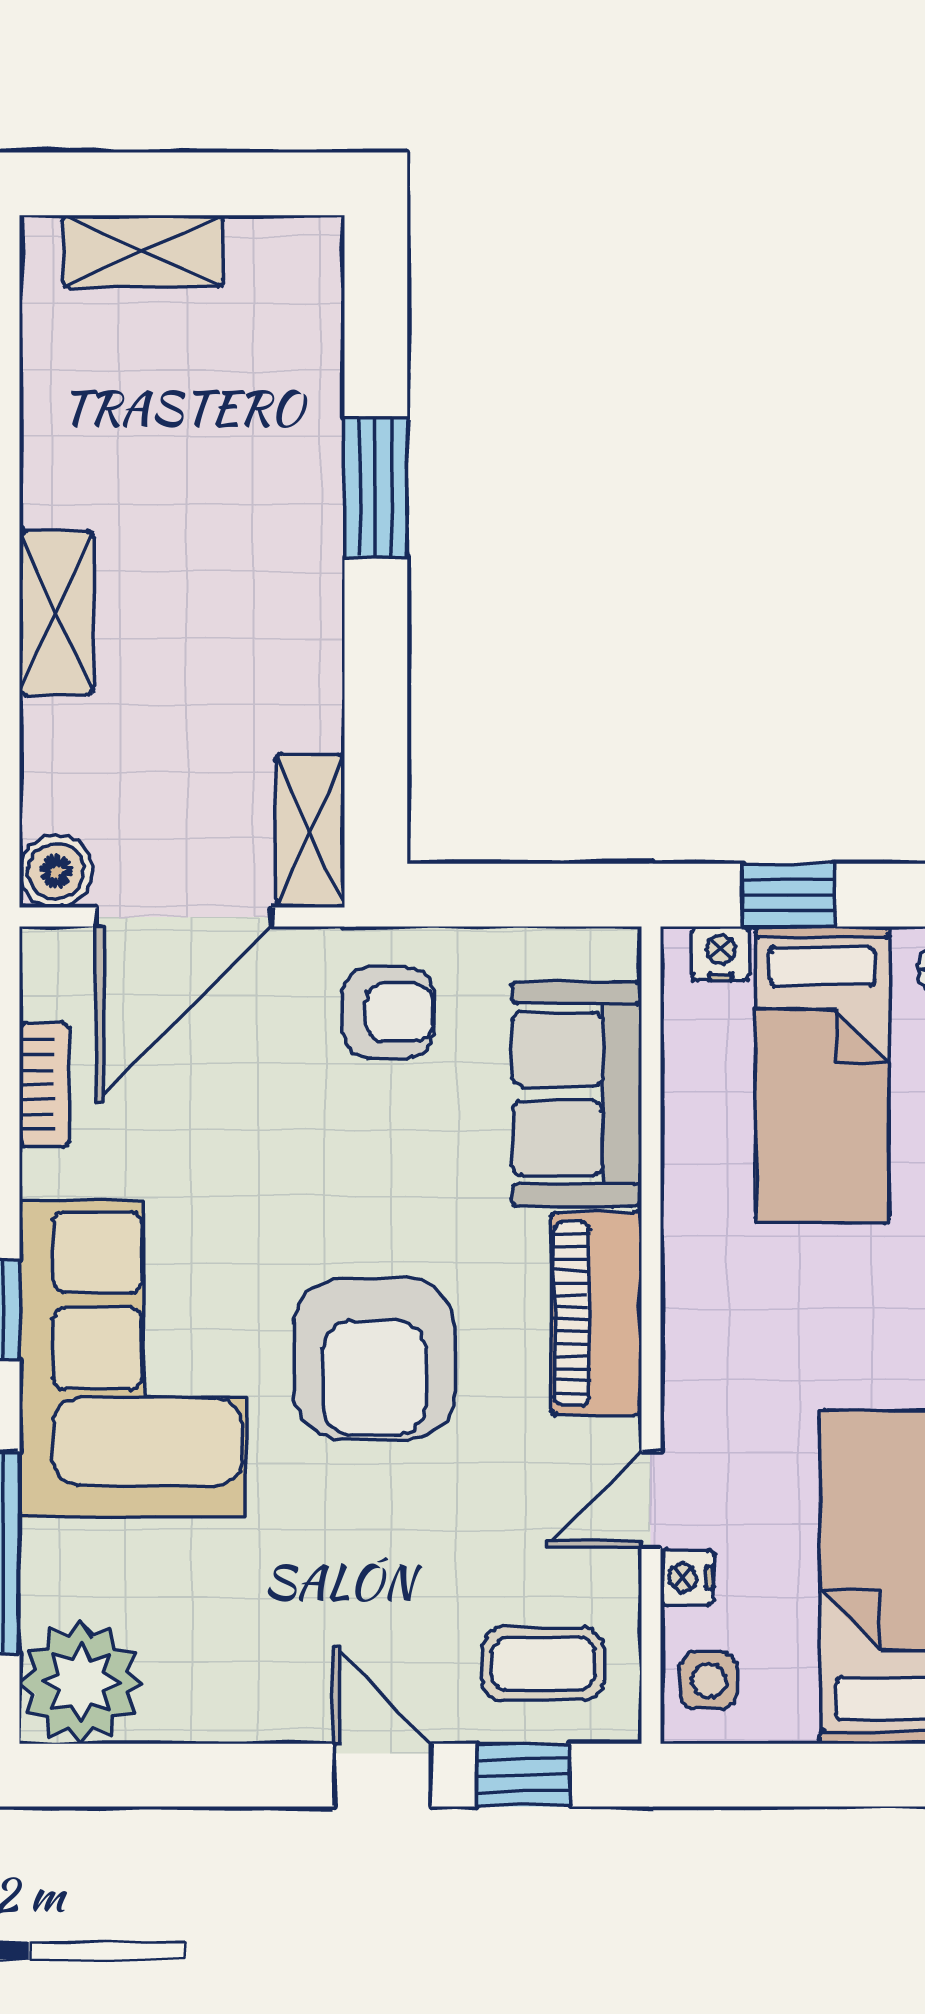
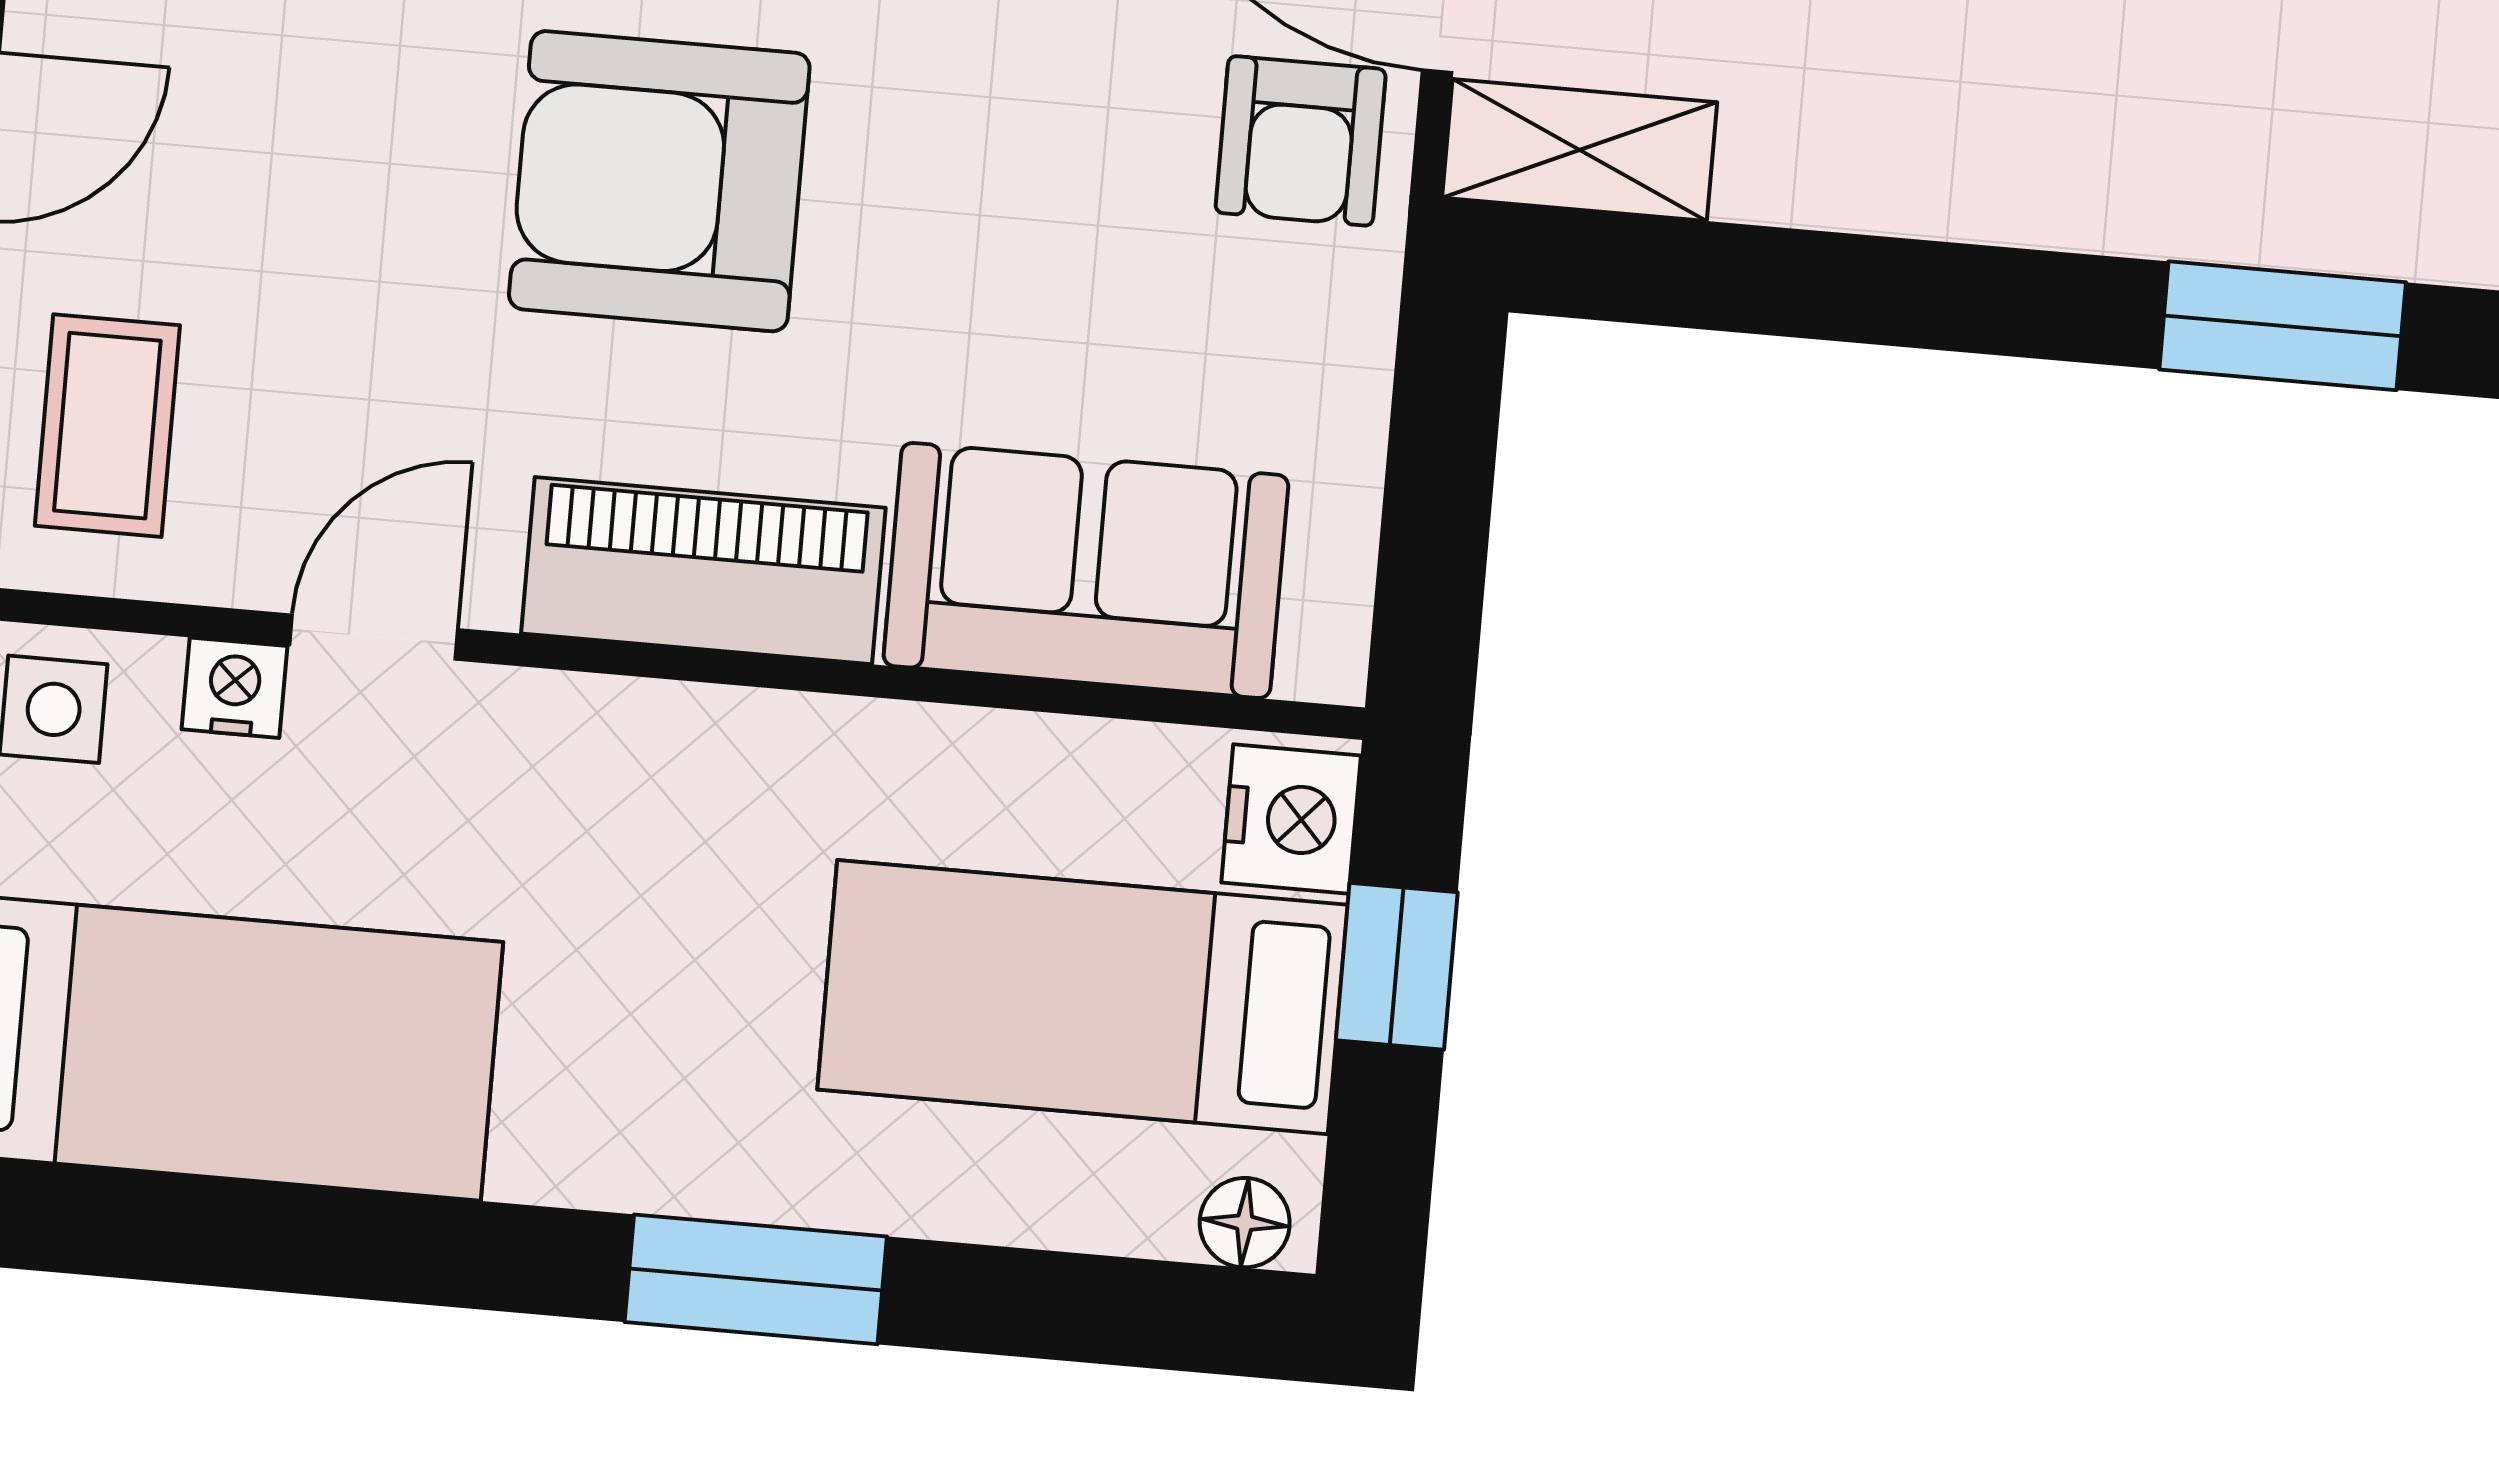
window: (376, 488) -> (2283, 326), moved
nightstand: (721, 954) -> (1291, 819), width x1.39, depth x1.35
armchair: (388, 1013) -> (1301, 141), moved
door: (651, 1500) -> (374, 637), hinge flipped

